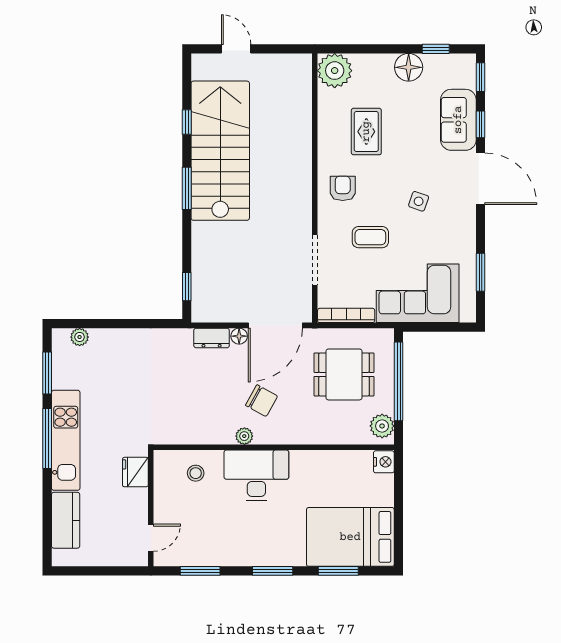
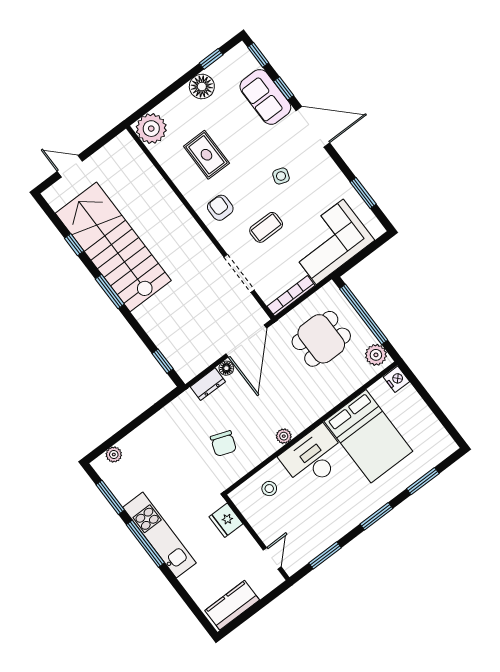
chair: (262, 401) -> (223, 444), moved, turned 81
kitchen counter: (66, 520) -> (232, 605), moved, turned -90
bed: (350, 537) -> (368, 436), moved, turned -90

